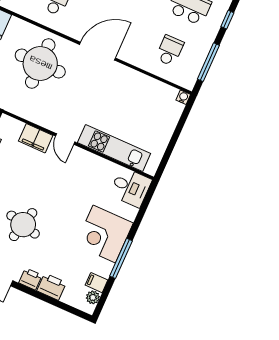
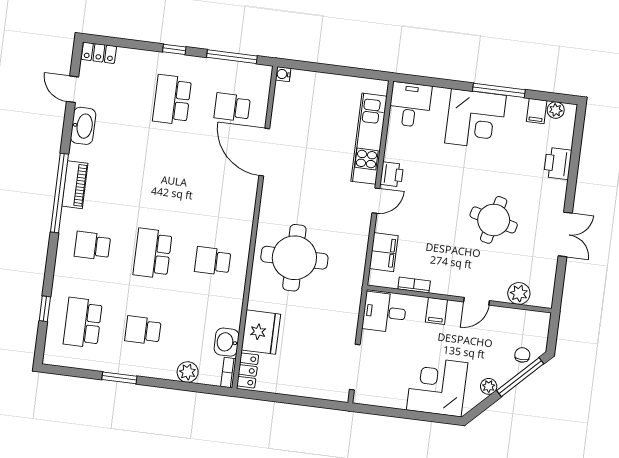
door: (97, 51) -> (264, 152), moved
filing cabinet: (36, 138) -> (384, 252), moved
printer: (30, 279) -> (392, 174), moved, turned 180

